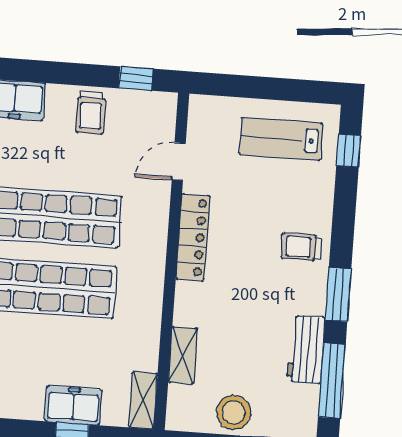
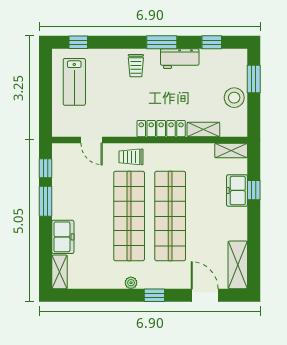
window: (79, 74) -> (46, 201), added
trolley: (91, 113) -> (131, 157), moved, turned 180
locker: (193, 237) -> (161, 129), moved
workbench: (306, 349) -> (180, 59), moved
window: (332, 381) -> (212, 42), width x0.46

